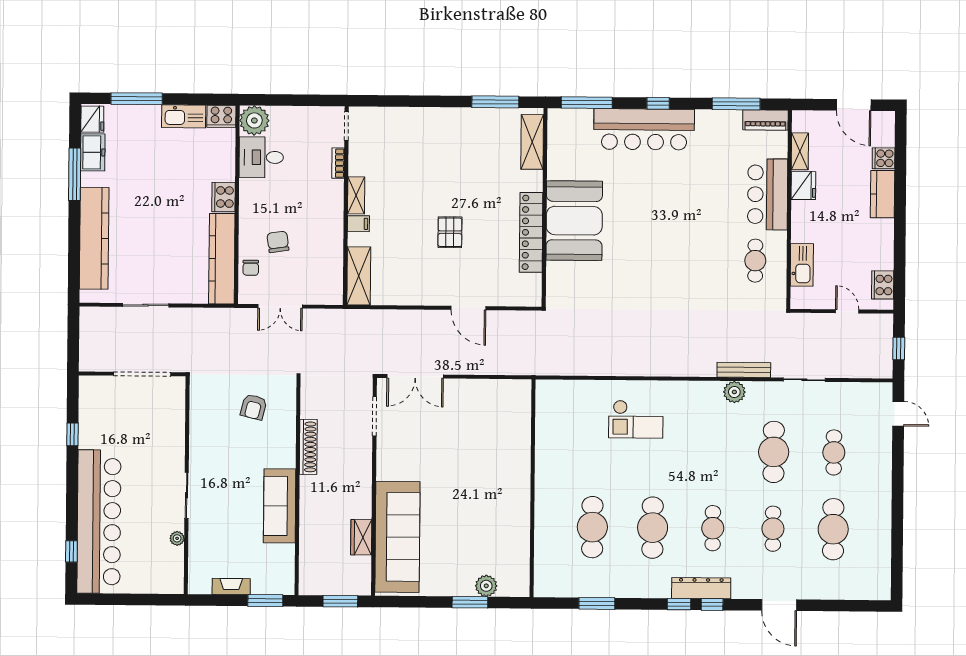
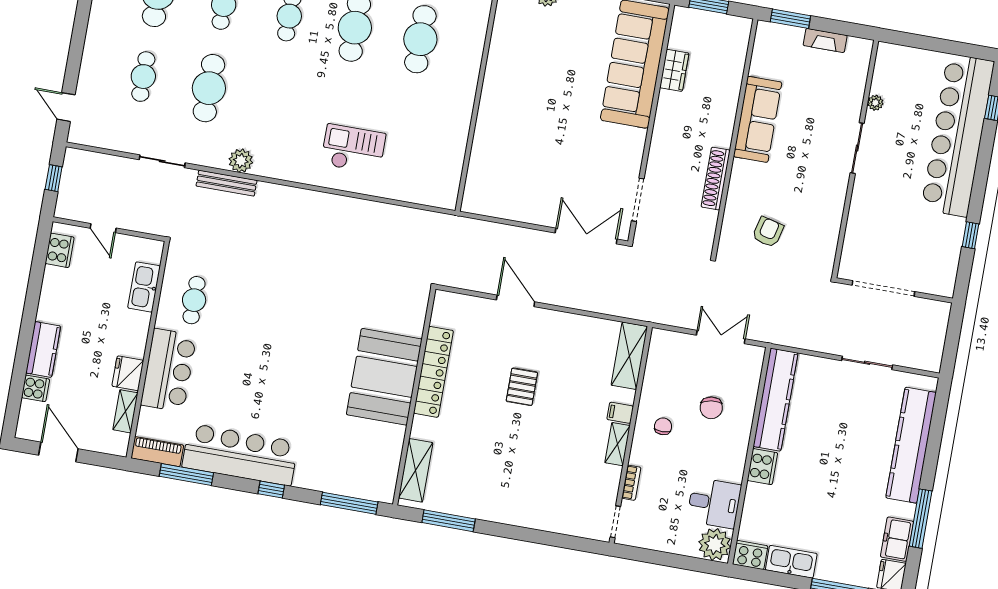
bar counter: (644, 129) -> (240, 455), moved
chair: (251, 268) -> (663, 426), moved

